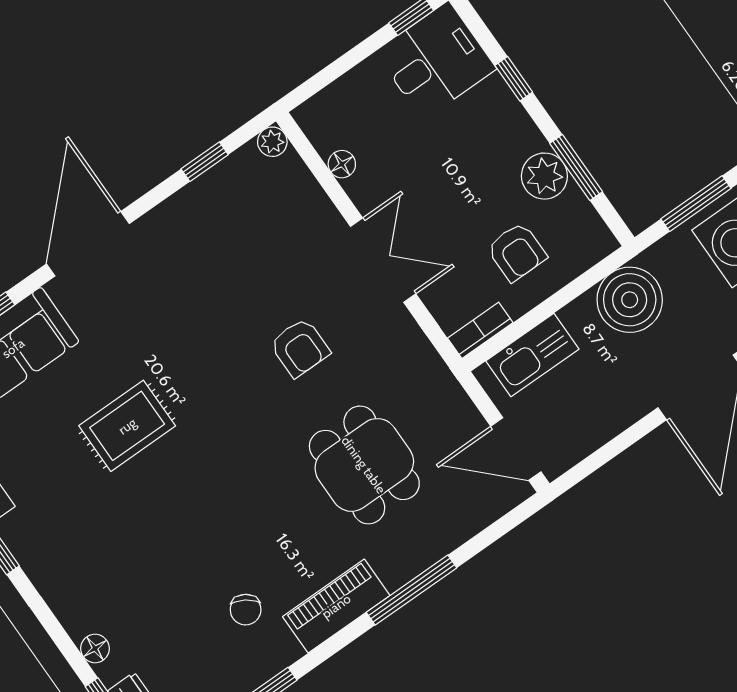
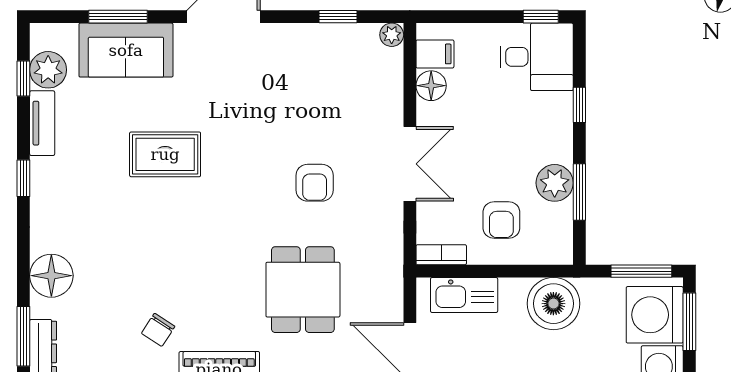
filing cabinet: (330, 130) -> (435, 54), added
floor lamp: (342, 164) -> (431, 86), width x1.37, depth x1.37
floor lamp: (95, 648) -> (51, 276), width x1.89, depth x1.89

